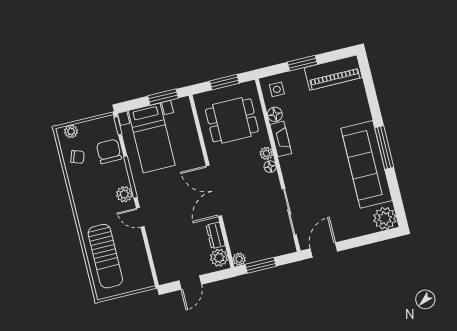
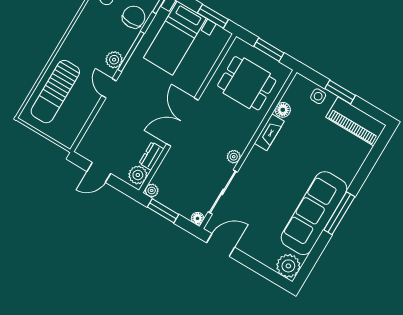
side table: (277, 89) -> (318, 96), moved
plant: (266, 153) -> (234, 157), moved
floor lamp: (270, 167) -> (198, 218), moved

